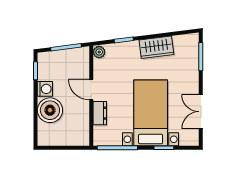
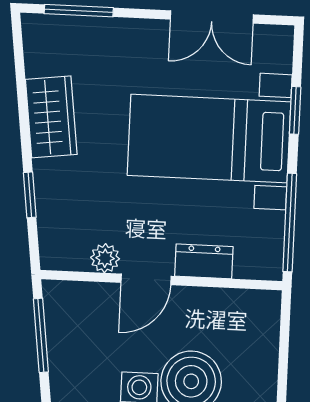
plant: (99, 52) -> (105, 258), moved

